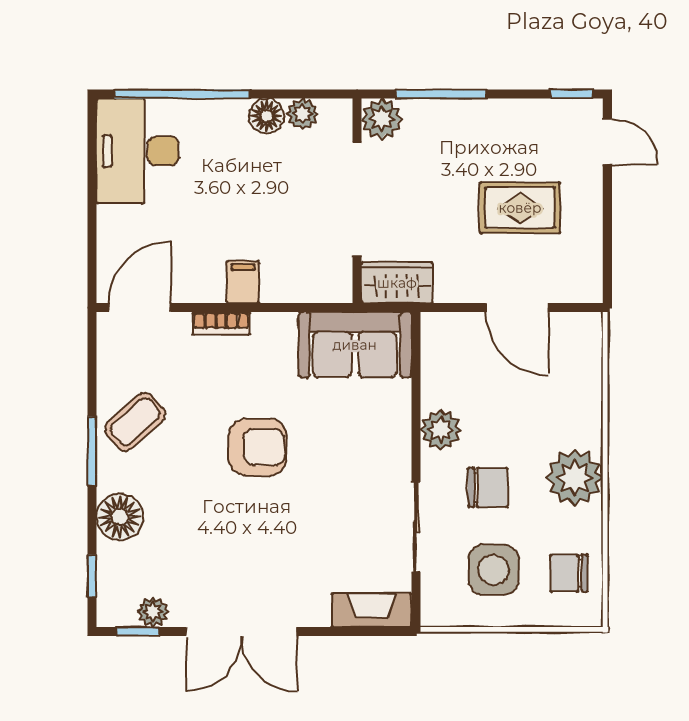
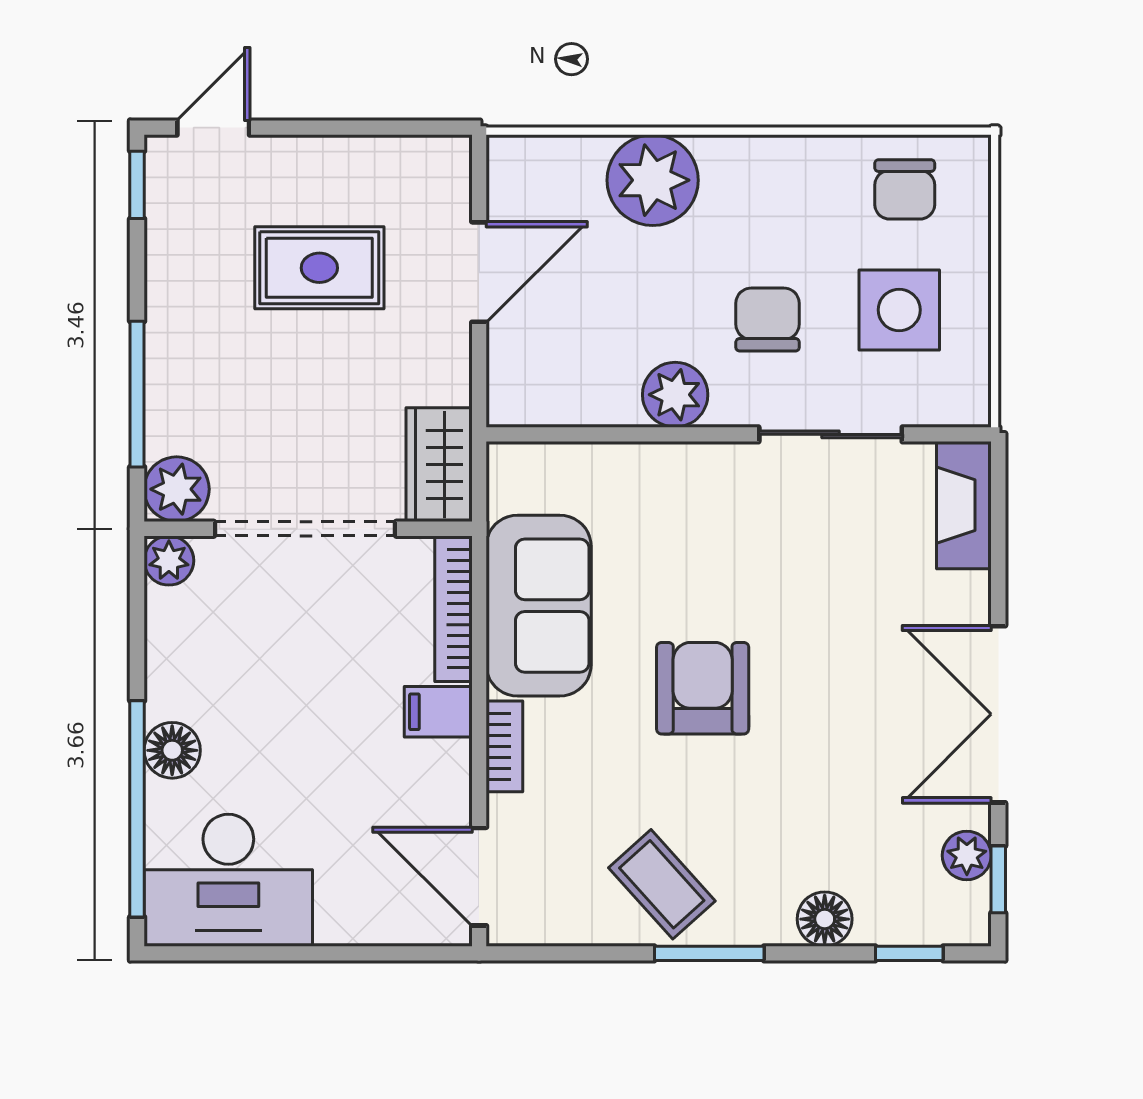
plant: (302, 114) -> (169, 561), moved
floor lamp: (267, 116) -> (172, 750), moved
rug: (520, 208) -> (319, 268), turned 90
bookcase: (307, 292) -> (453, 609), added
sofa: (355, 345) -> (539, 606), moved
plant: (575, 478) -> (653, 180), moved
floor lamp: (120, 517) -> (825, 919), width x0.73, depth x0.73
double door: (241, 632) -> (998, 714), swing flipped

